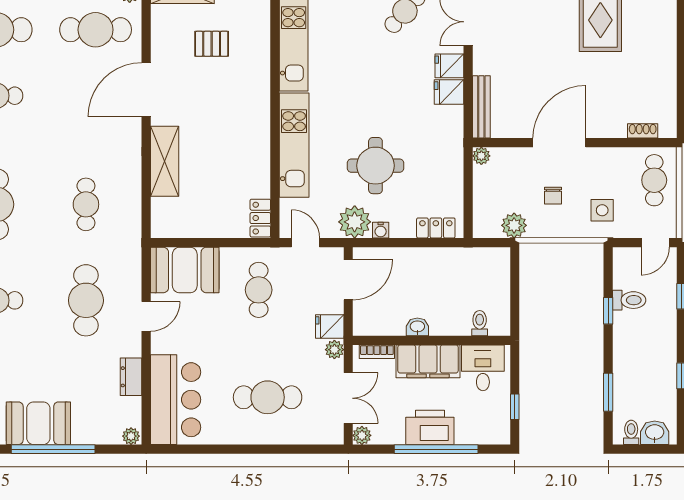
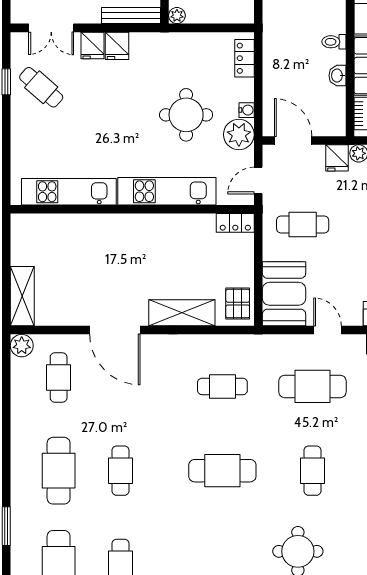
cafe table: (96, 30) -> (59, 377), width x0.73, depth x0.74
pallet: (212, 44) -> (238, 304), moved
toilet: (480, 323) -> (334, 42), moved

